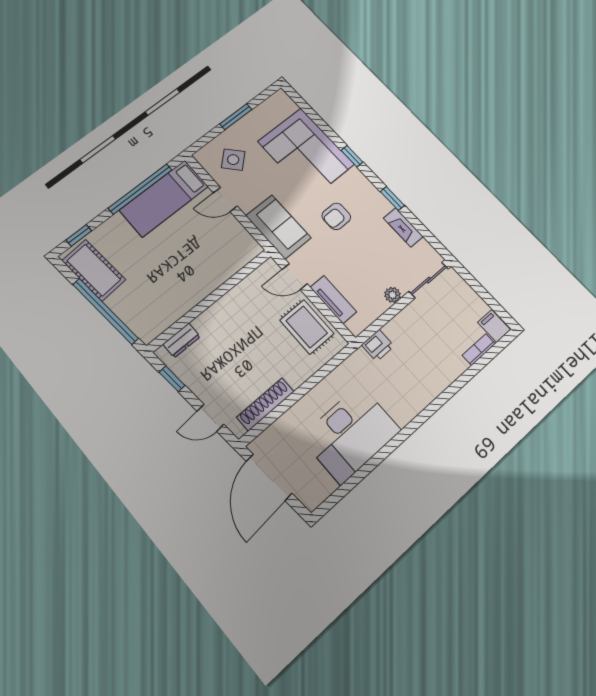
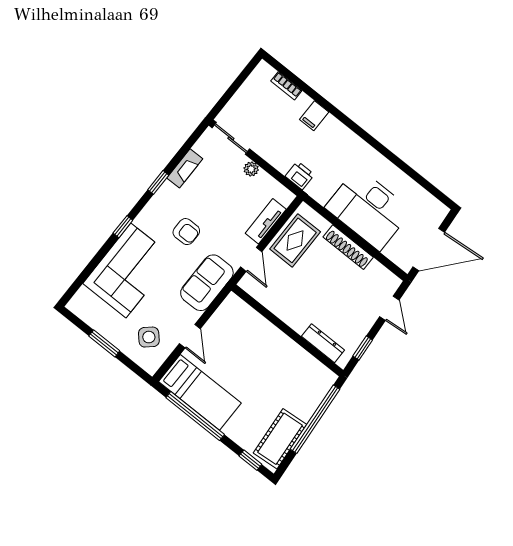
filing cabinet: (494, 326) -> (314, 116), moved
dresser: (182, 340) -> (323, 343), width x1.44
shoe rack: (265, 404) -> (348, 247), moved
desk: (351, 434) -> (368, 209), moved, turned 180

